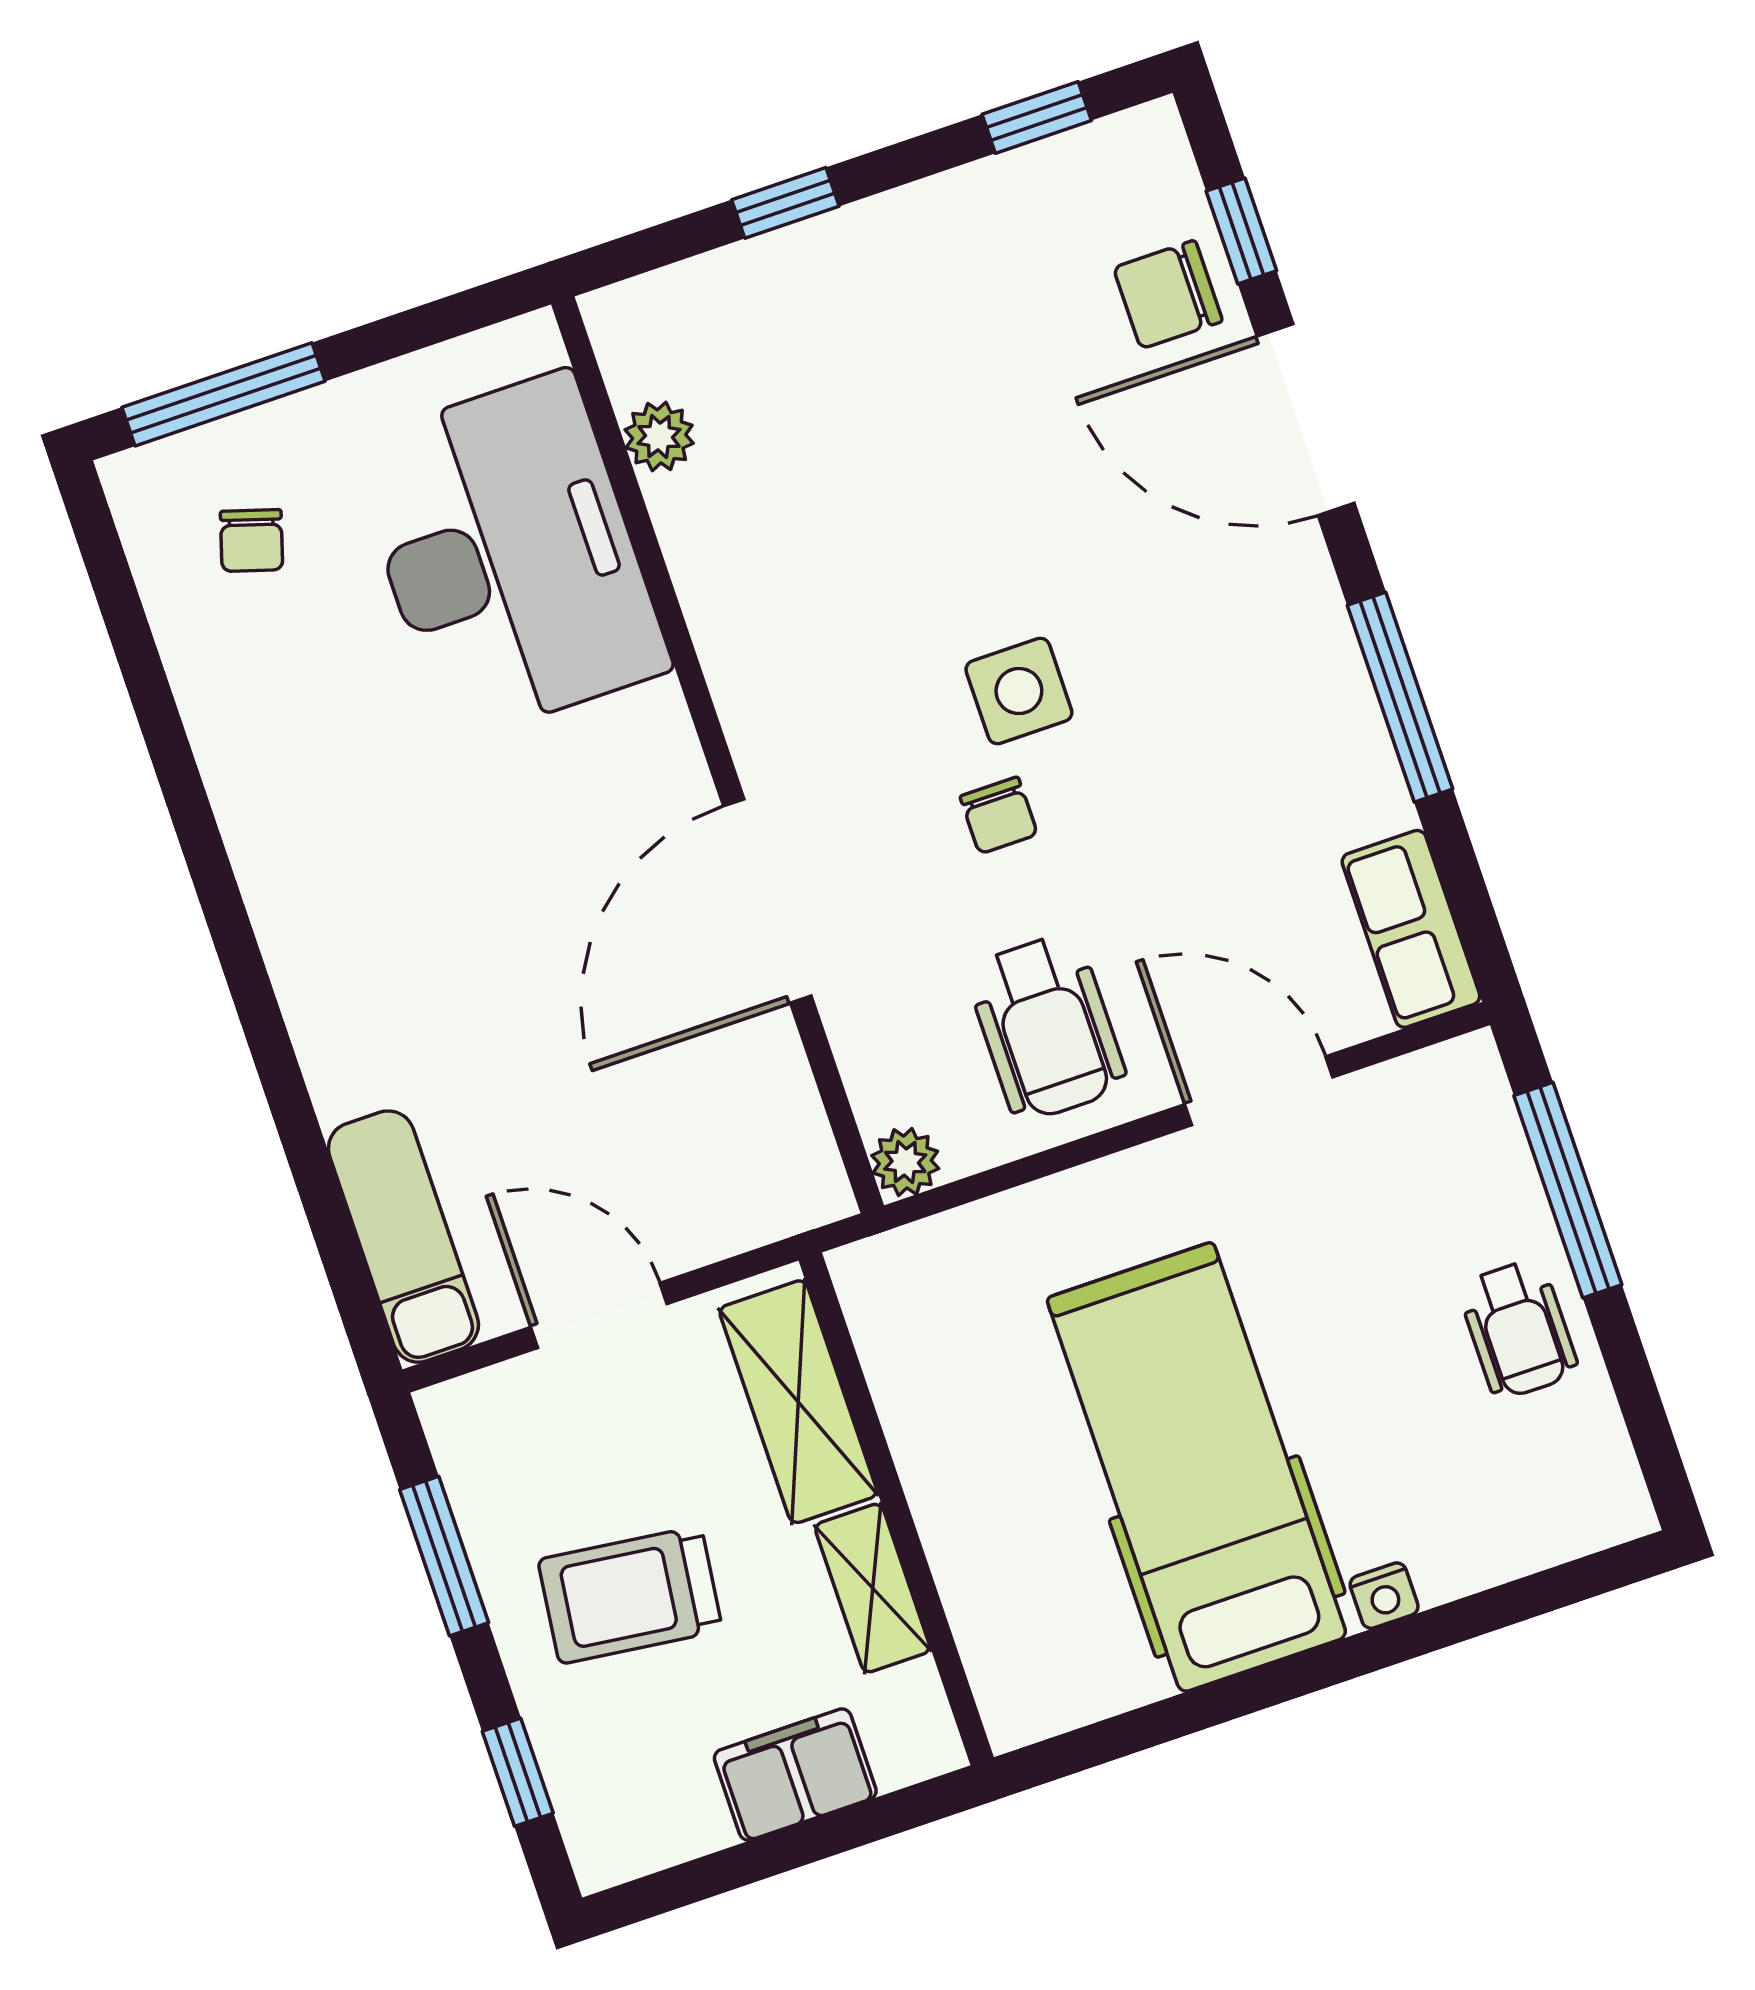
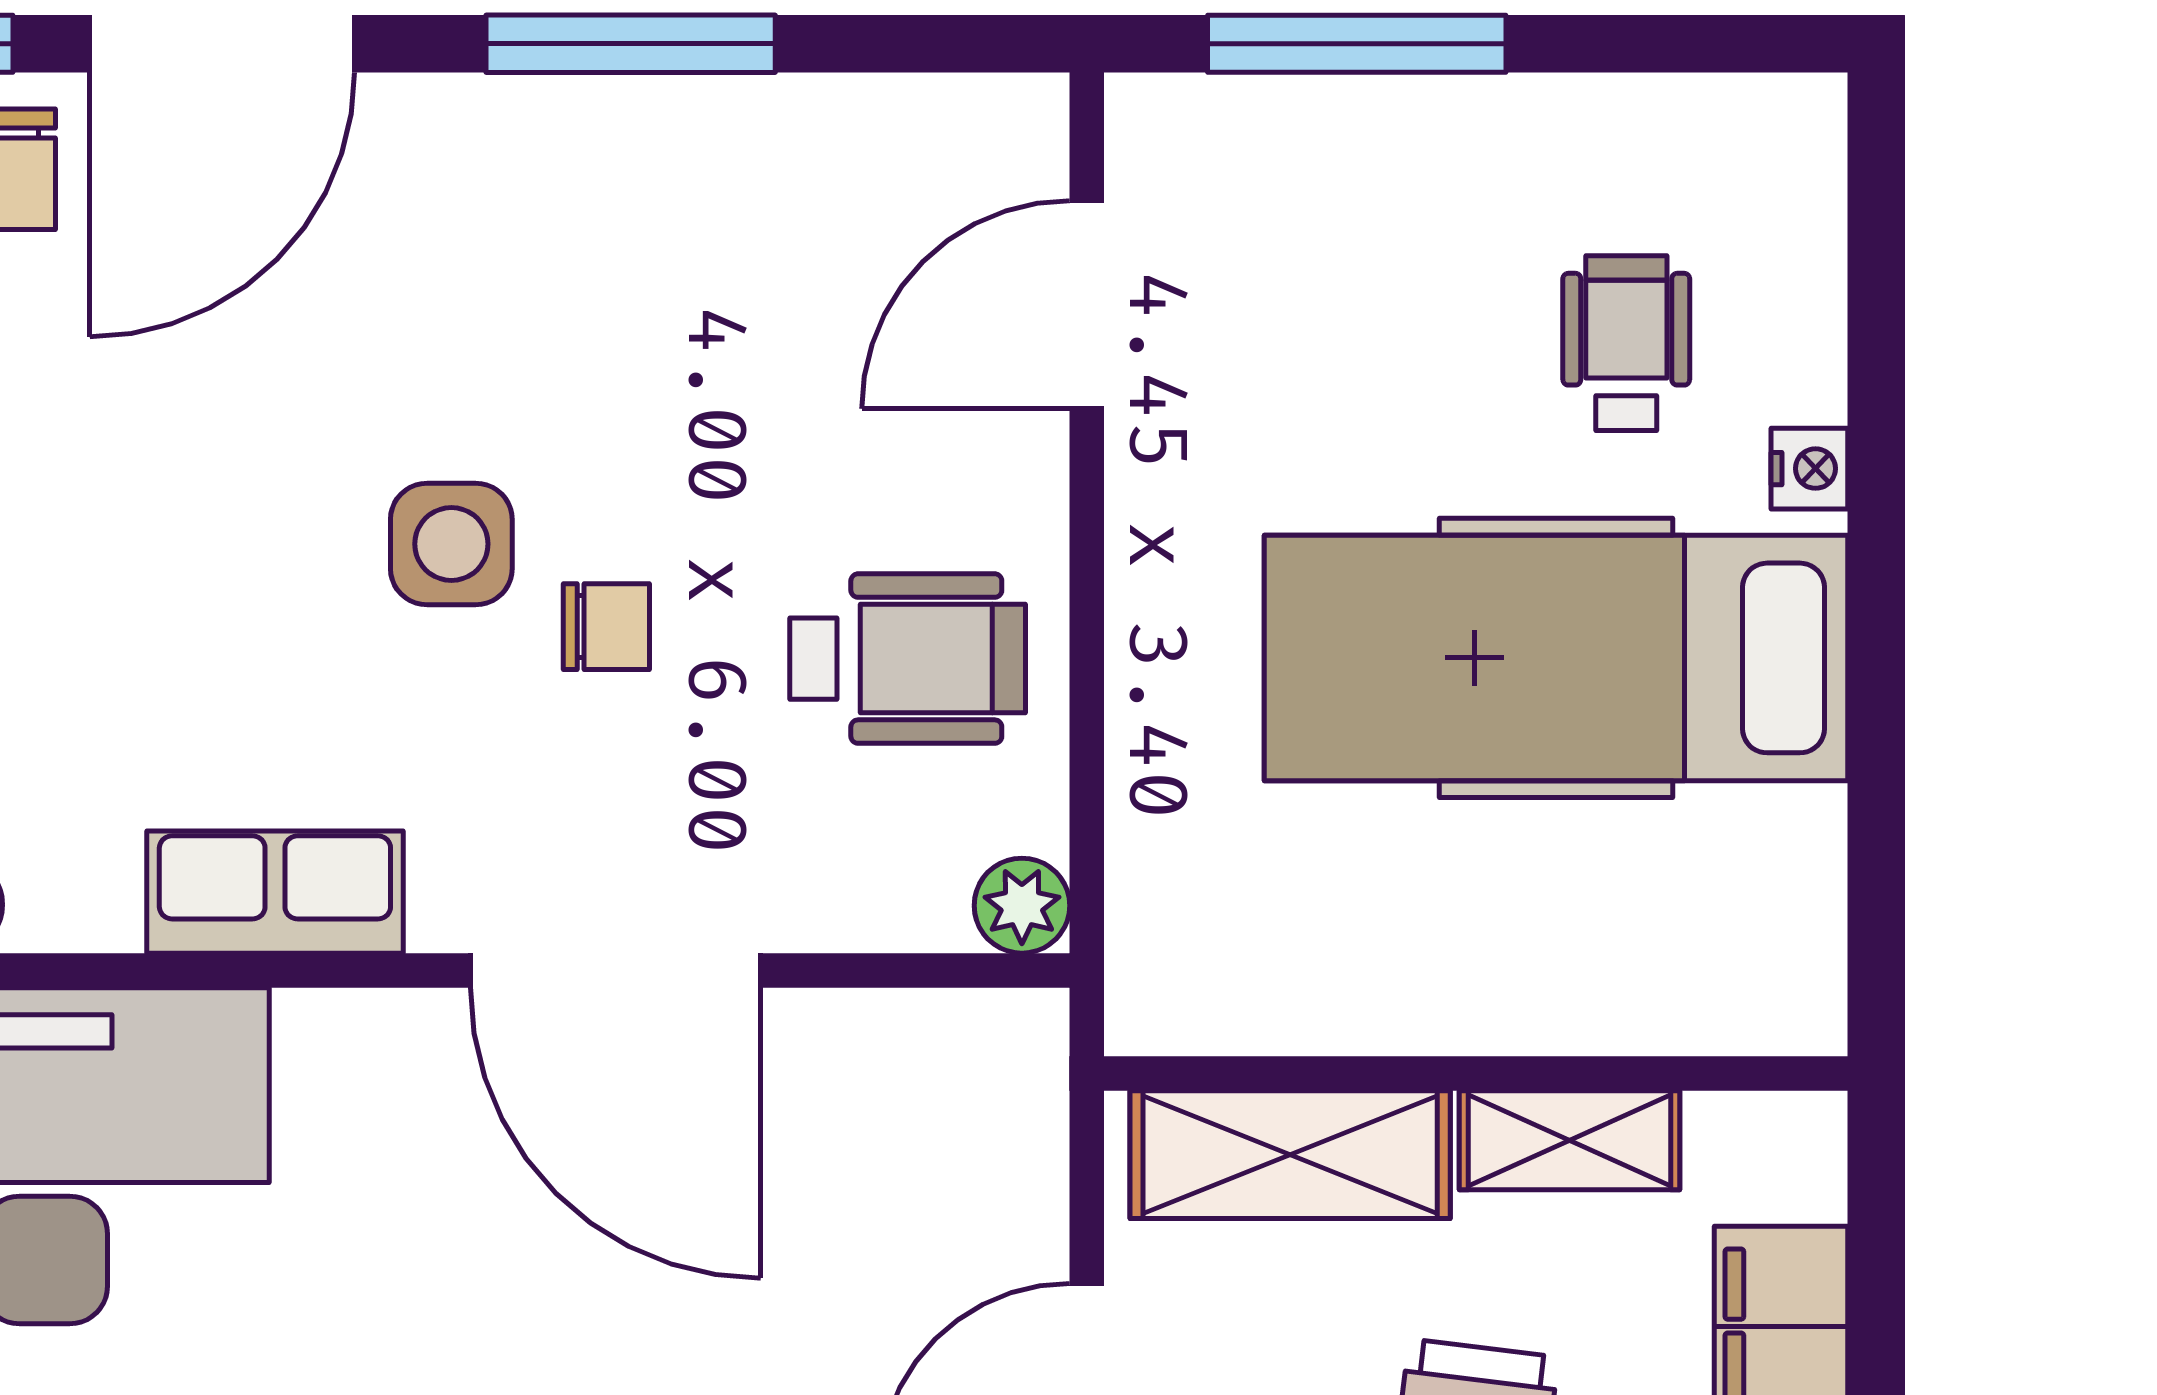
row of seats: (1411, 929) -> (275, 892), moved, turned 180
door: (1259, 1091) -> (1087, 305), moved
wheelchair: (1518, 1329) -> (1626, 343), moved, turned -90

